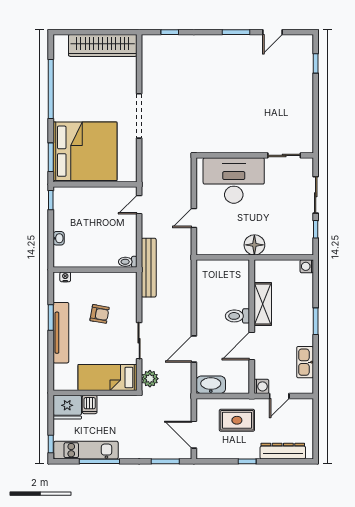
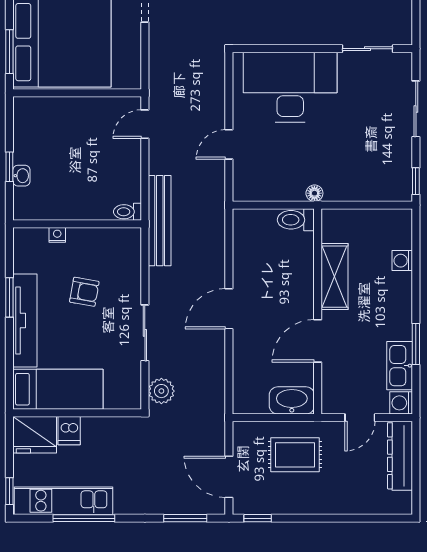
window: (51, 200) -> (9, 167), moved
window: (316, 229) -> (416, 181), moved
floor lamp: (254, 245) -> (314, 193), width x0.53, depth x0.53
washing machine: (307, 266) -> (402, 261), moved
nightstand: (65, 277) -> (57, 235), moved
toilet: (237, 316) -> (296, 220), moved
window: (316, 321) -> (416, 344), moved
door: (194, 349) -> (229, 309), moved
bed: (107, 377) -> (58, 389), moved, turned 180
washbasin: (211, 385) -> (292, 400), moved
washing machine: (261, 386) -> (401, 403), moved, turned 180
dresser: (283, 451) -> (400, 456), moved, turned -90
window: (247, 461) -> (258, 518), moved

